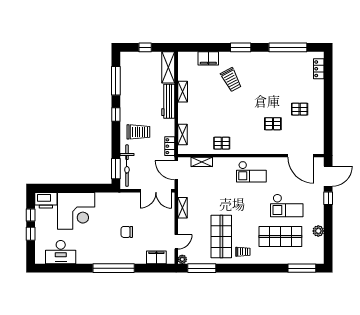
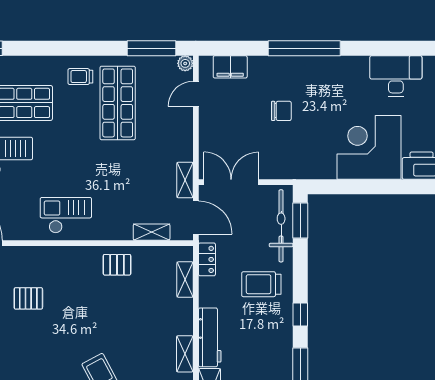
shelving: (182, 208) -> (185, 180), moved

